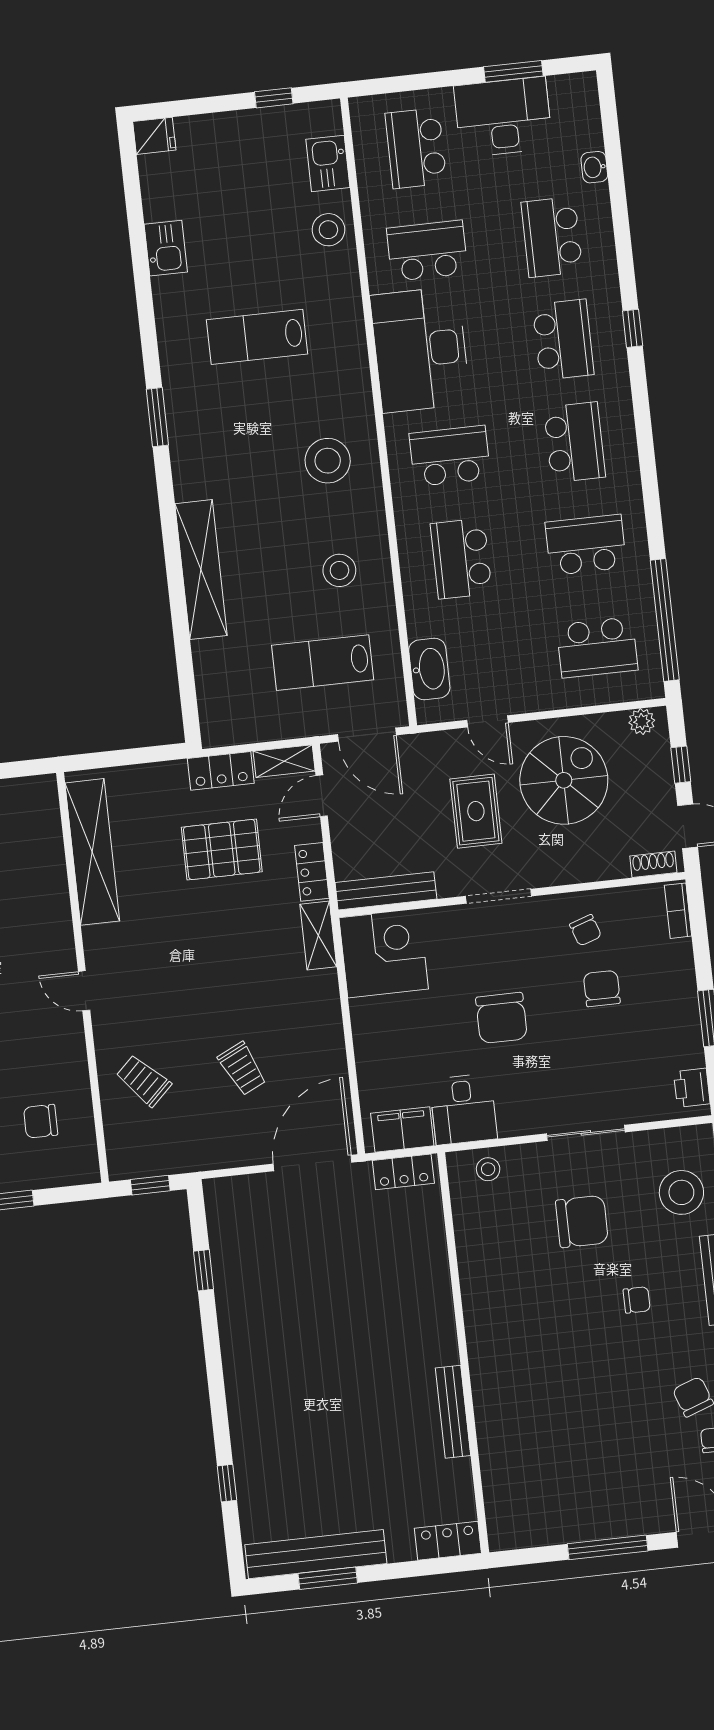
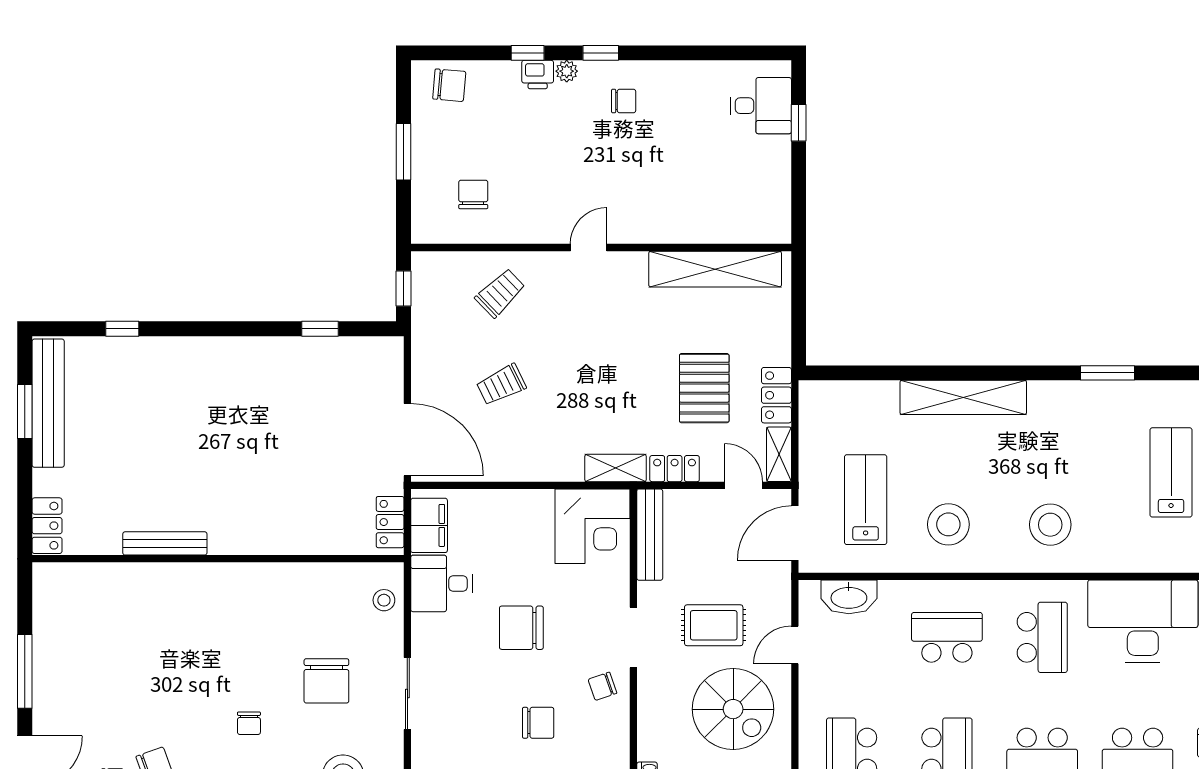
stool: (339, 570) -> (948, 524), width x1.38, depth x1.38
chair: (586, 930) -> (602, 686), moved

